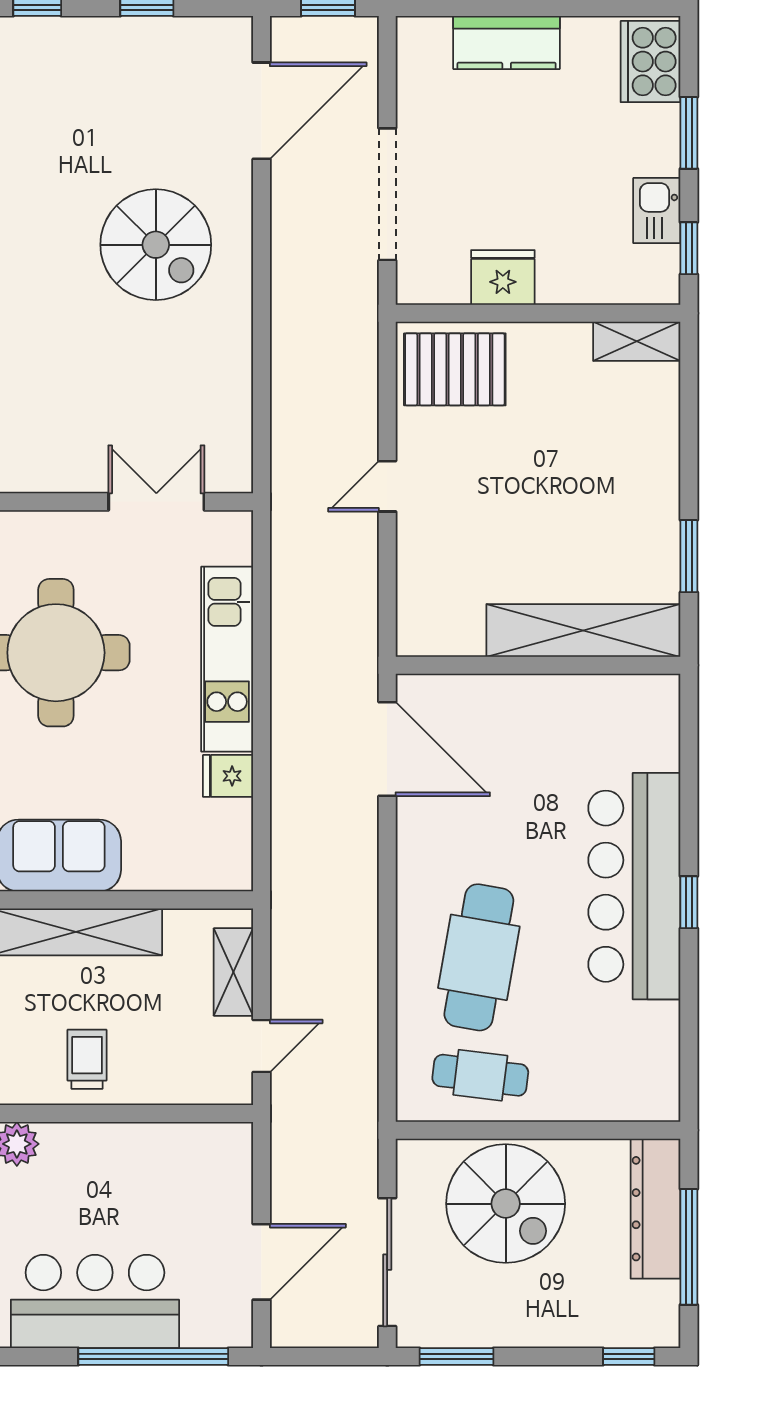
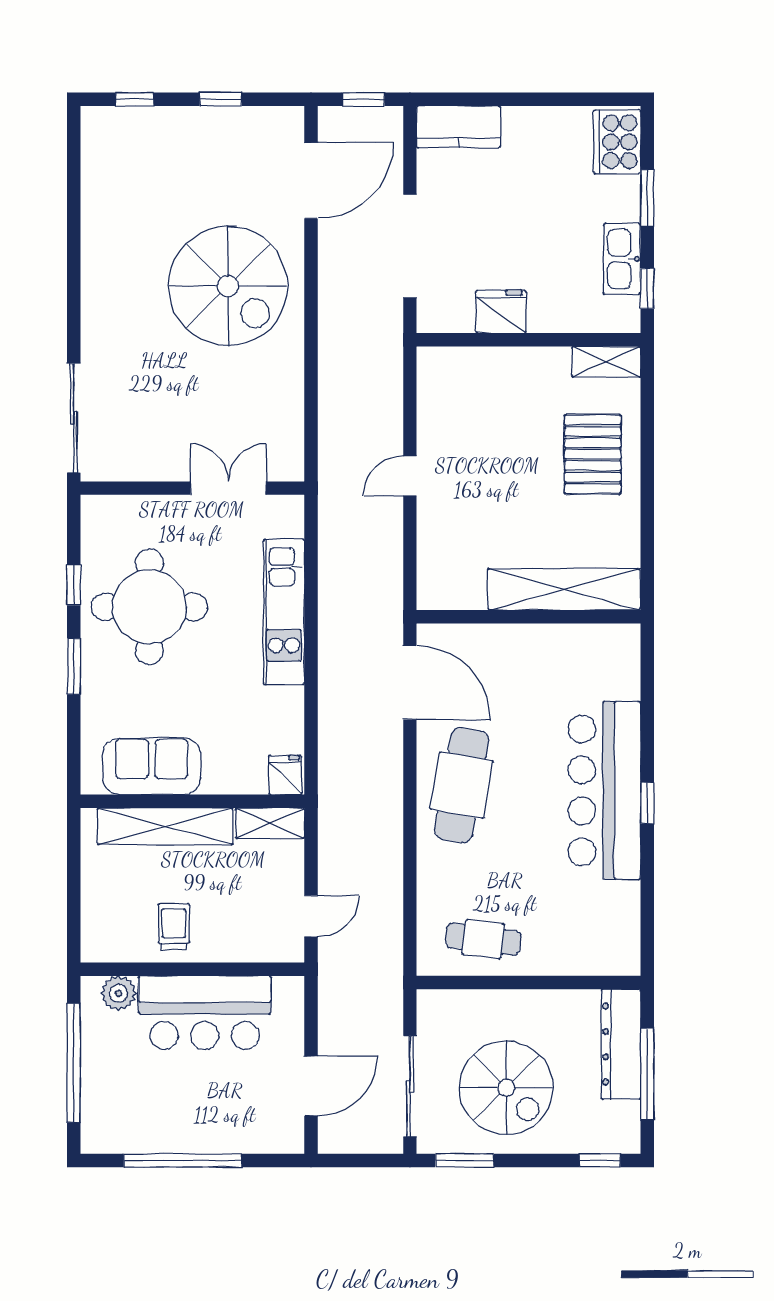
kitchen counter: (507, 42) -> (458, 127), moved
kitchen sink: (657, 211) -> (622, 259), width x1.38
spiral stairs: (156, 245) -> (228, 286), width x1.37, depth x1.37
pallet: (455, 369) -> (593, 454), moved, turned 90
window: (689, 556) -> (647, 531), removed
fridge: (228, 776) -> (285, 775), moved, turned 90
cafe table: (479, 957) -> (462, 785), moved
shelving: (233, 972) -> (270, 823), moved, turned 90
spiral stairs: (506, 1204) -> (506, 1088), moved
bar counter: (95, 1301) -> (205, 1013), moved, turned 180
window: (153, 1357) -> (183, 1160), moved

